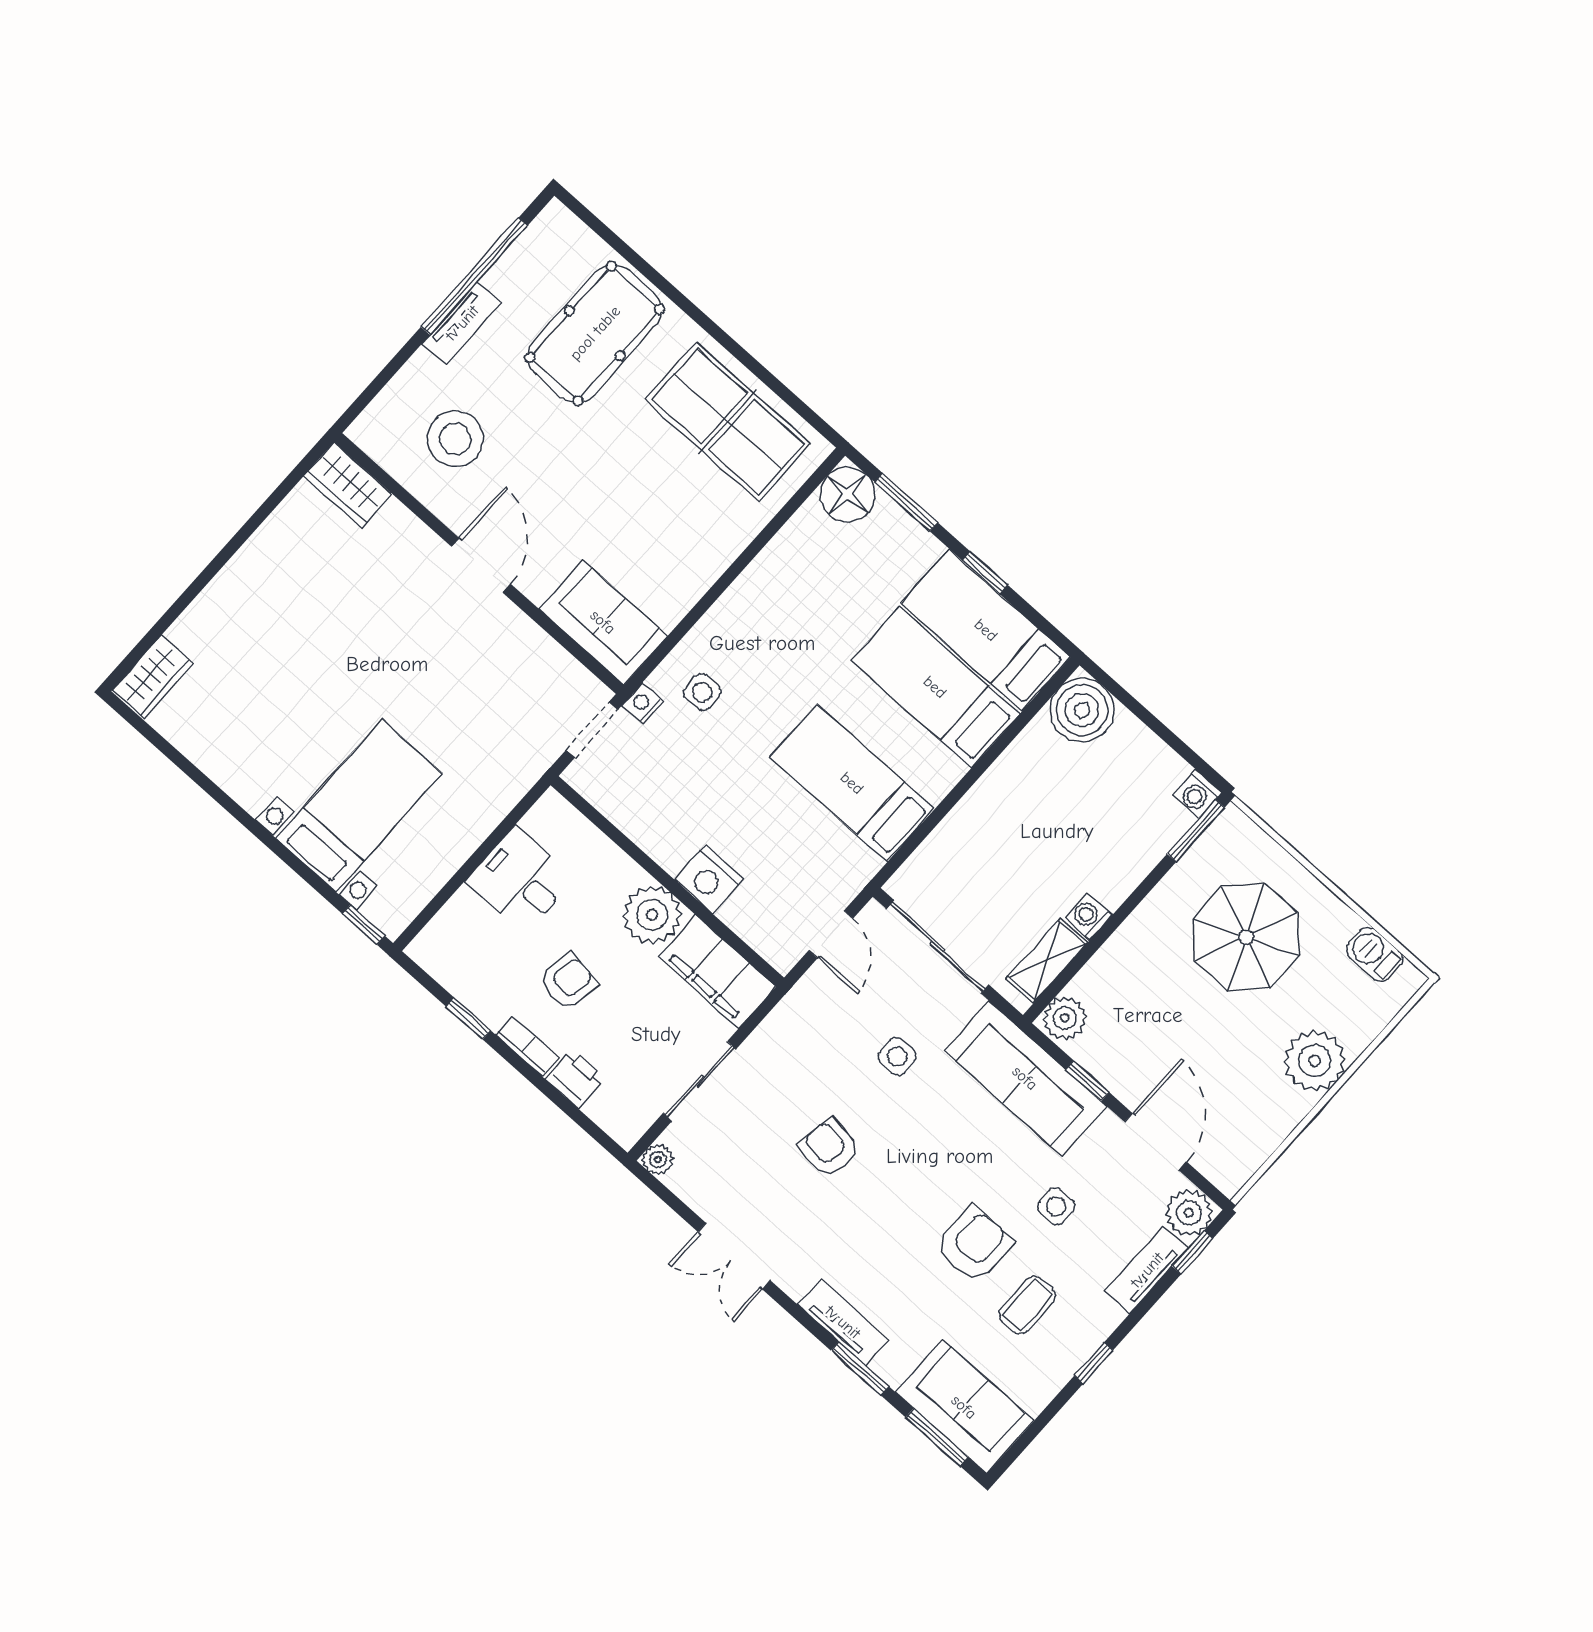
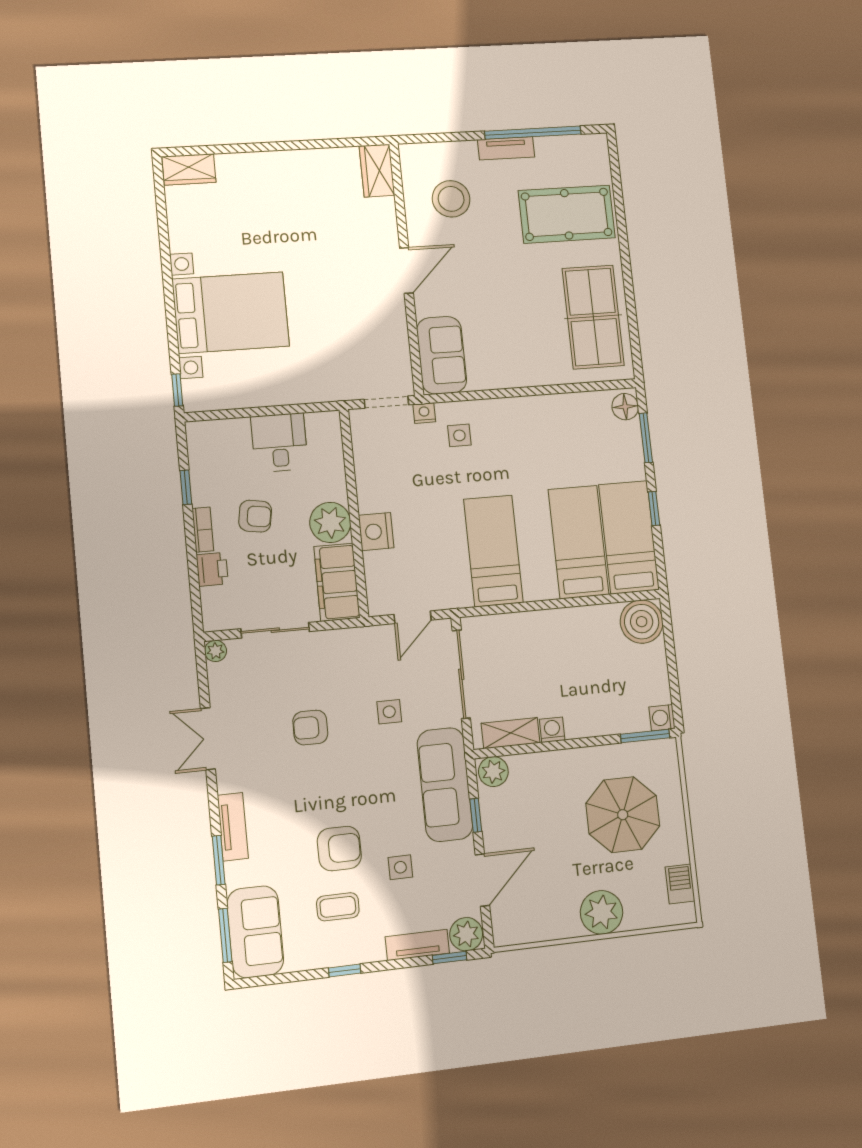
floor lamp: (848, 495) -> (625, 407), width x0.73, depth x0.73
bed with nightstands: (359, 806) -> (231, 313), width x1.36
armchair: (829, 1148) -> (310, 728), turned -99

